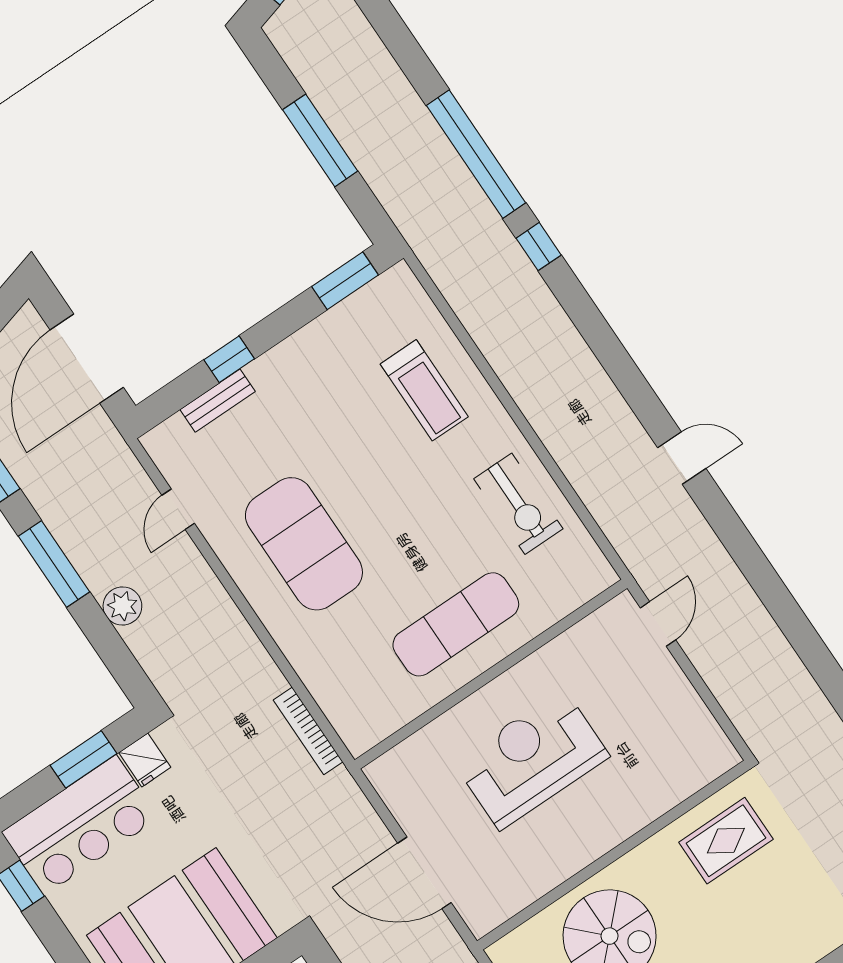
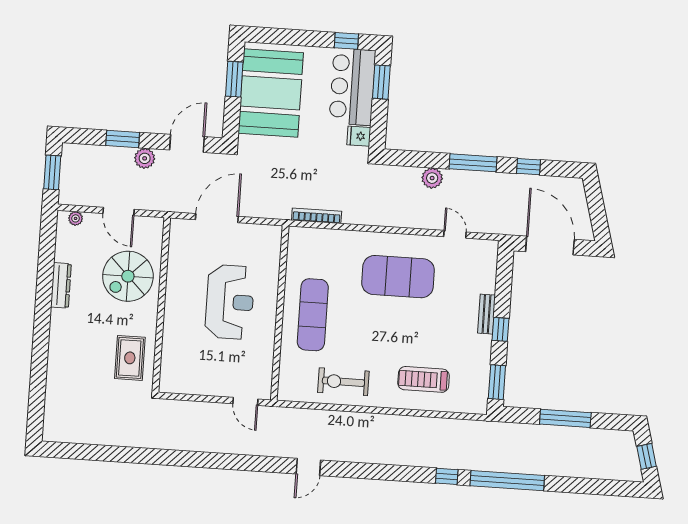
window: (229, 359) -> (500, 329), moved
bench: (218, 401) -> (486, 314), moved
window: (84, 759) -> (381, 82), moved

